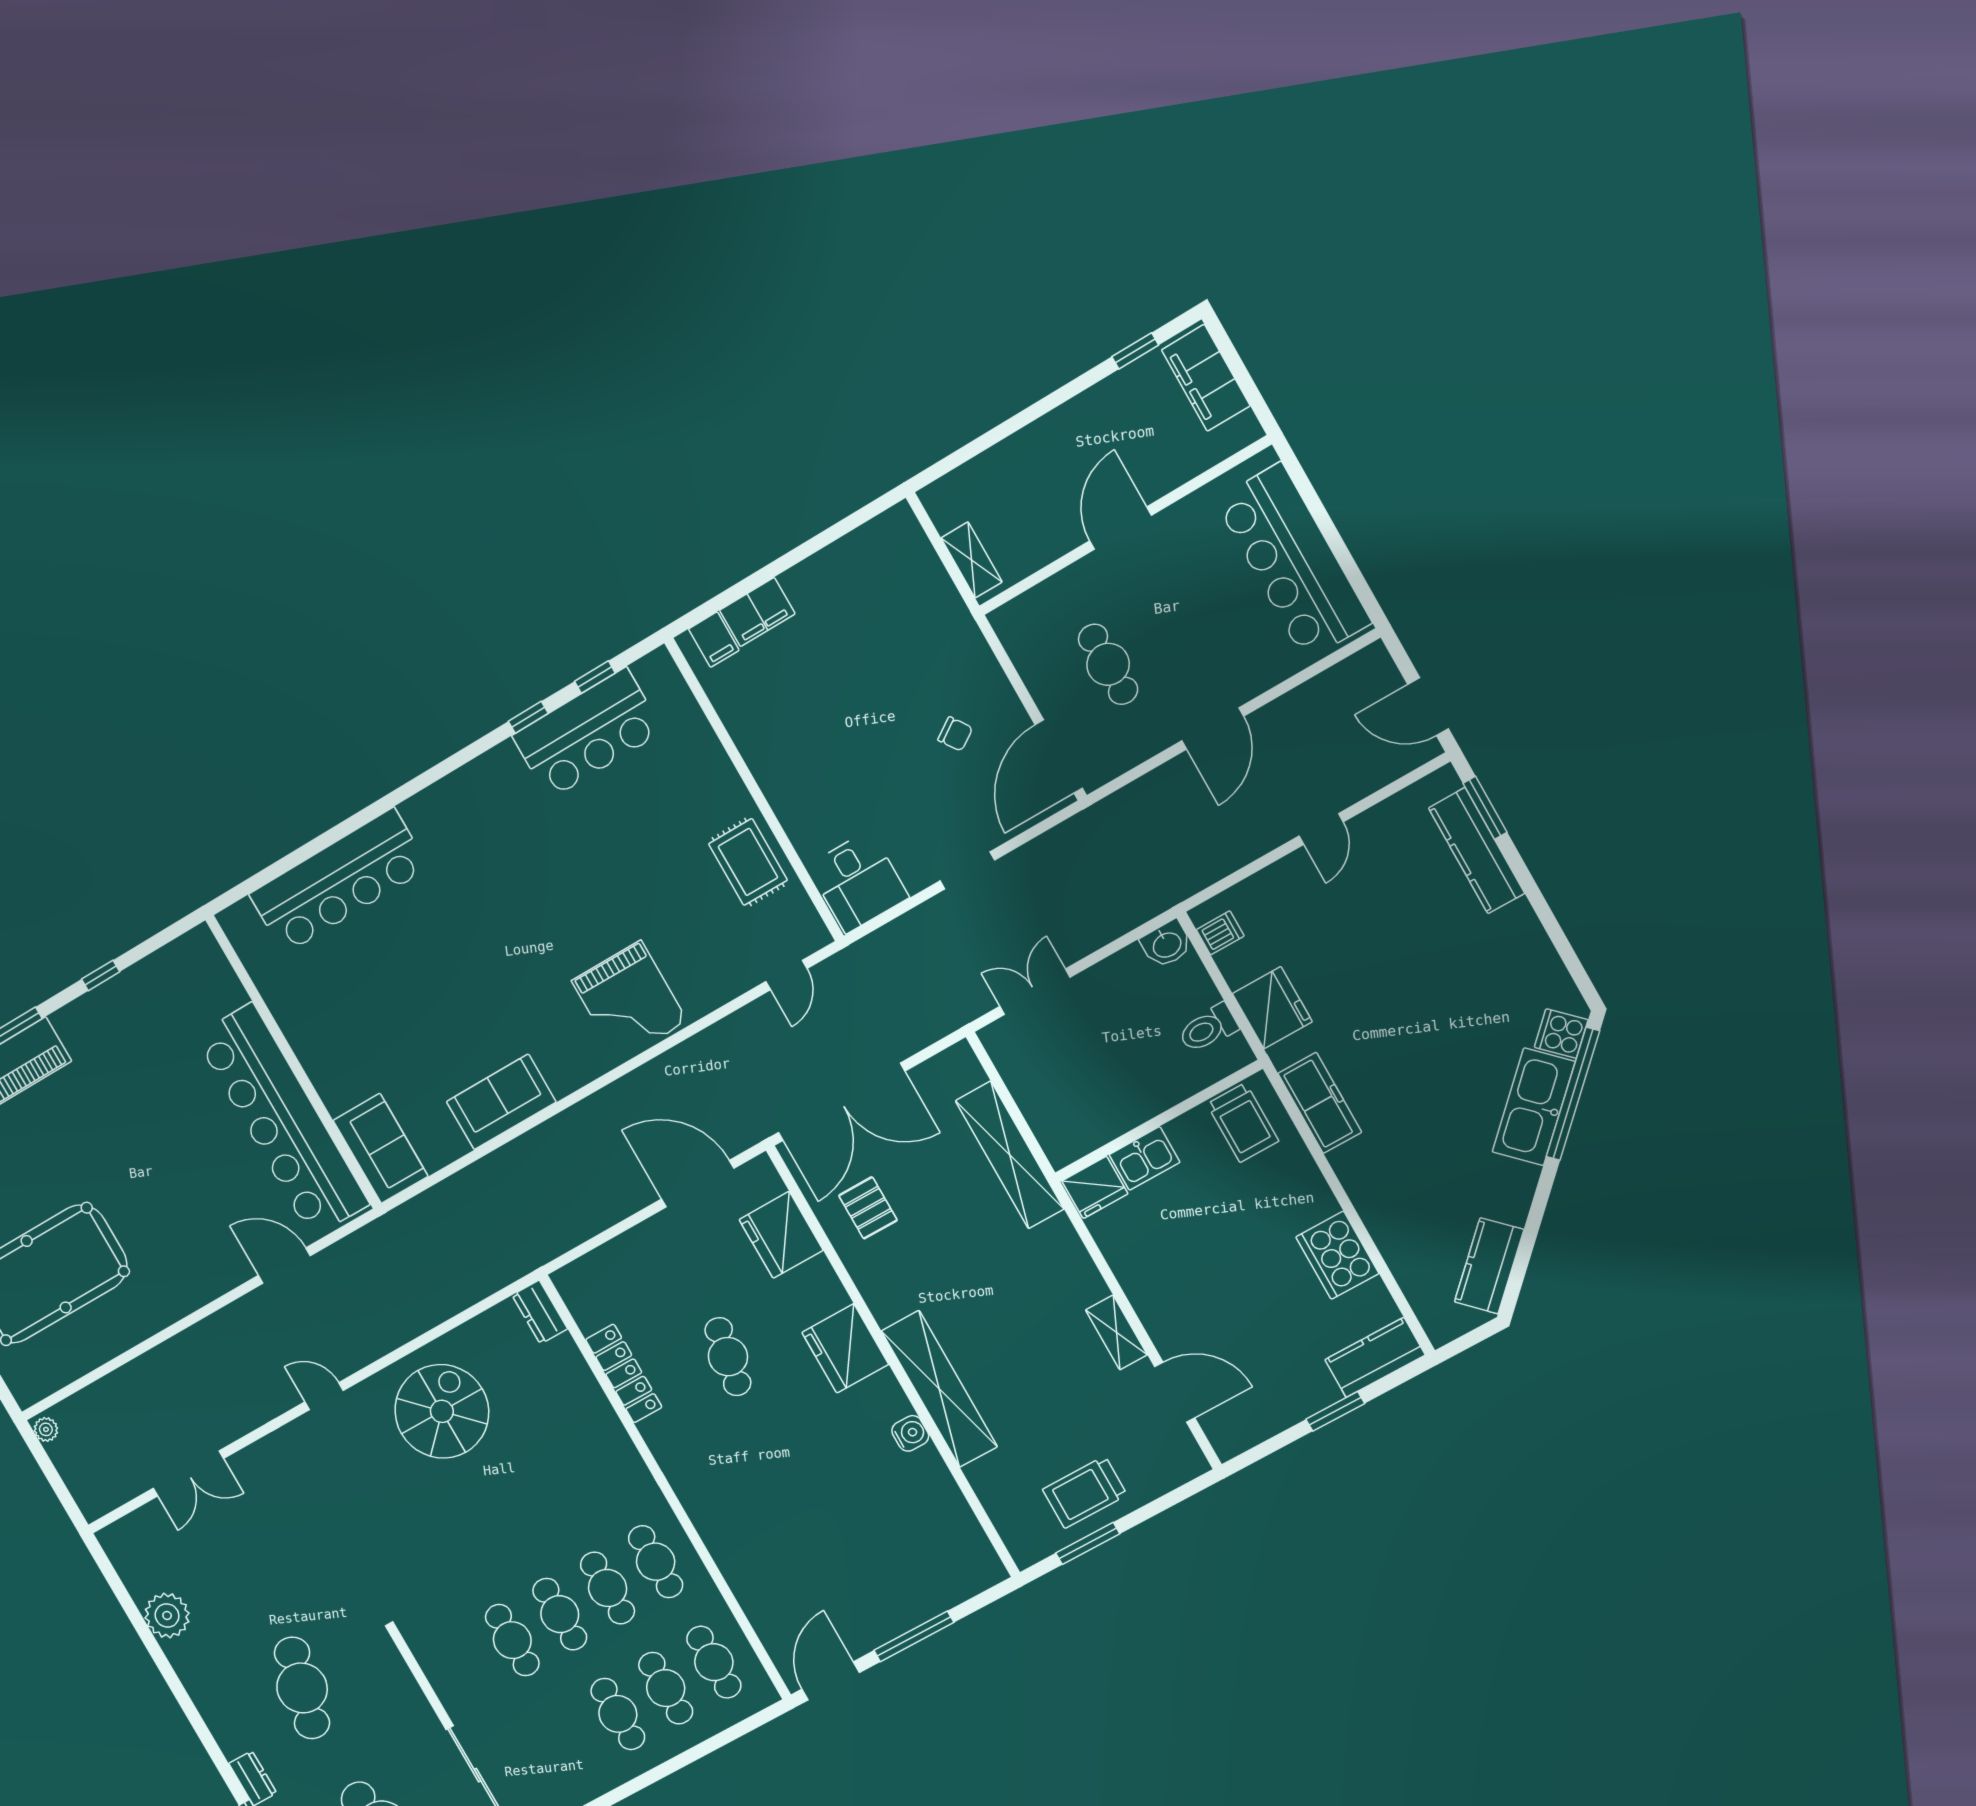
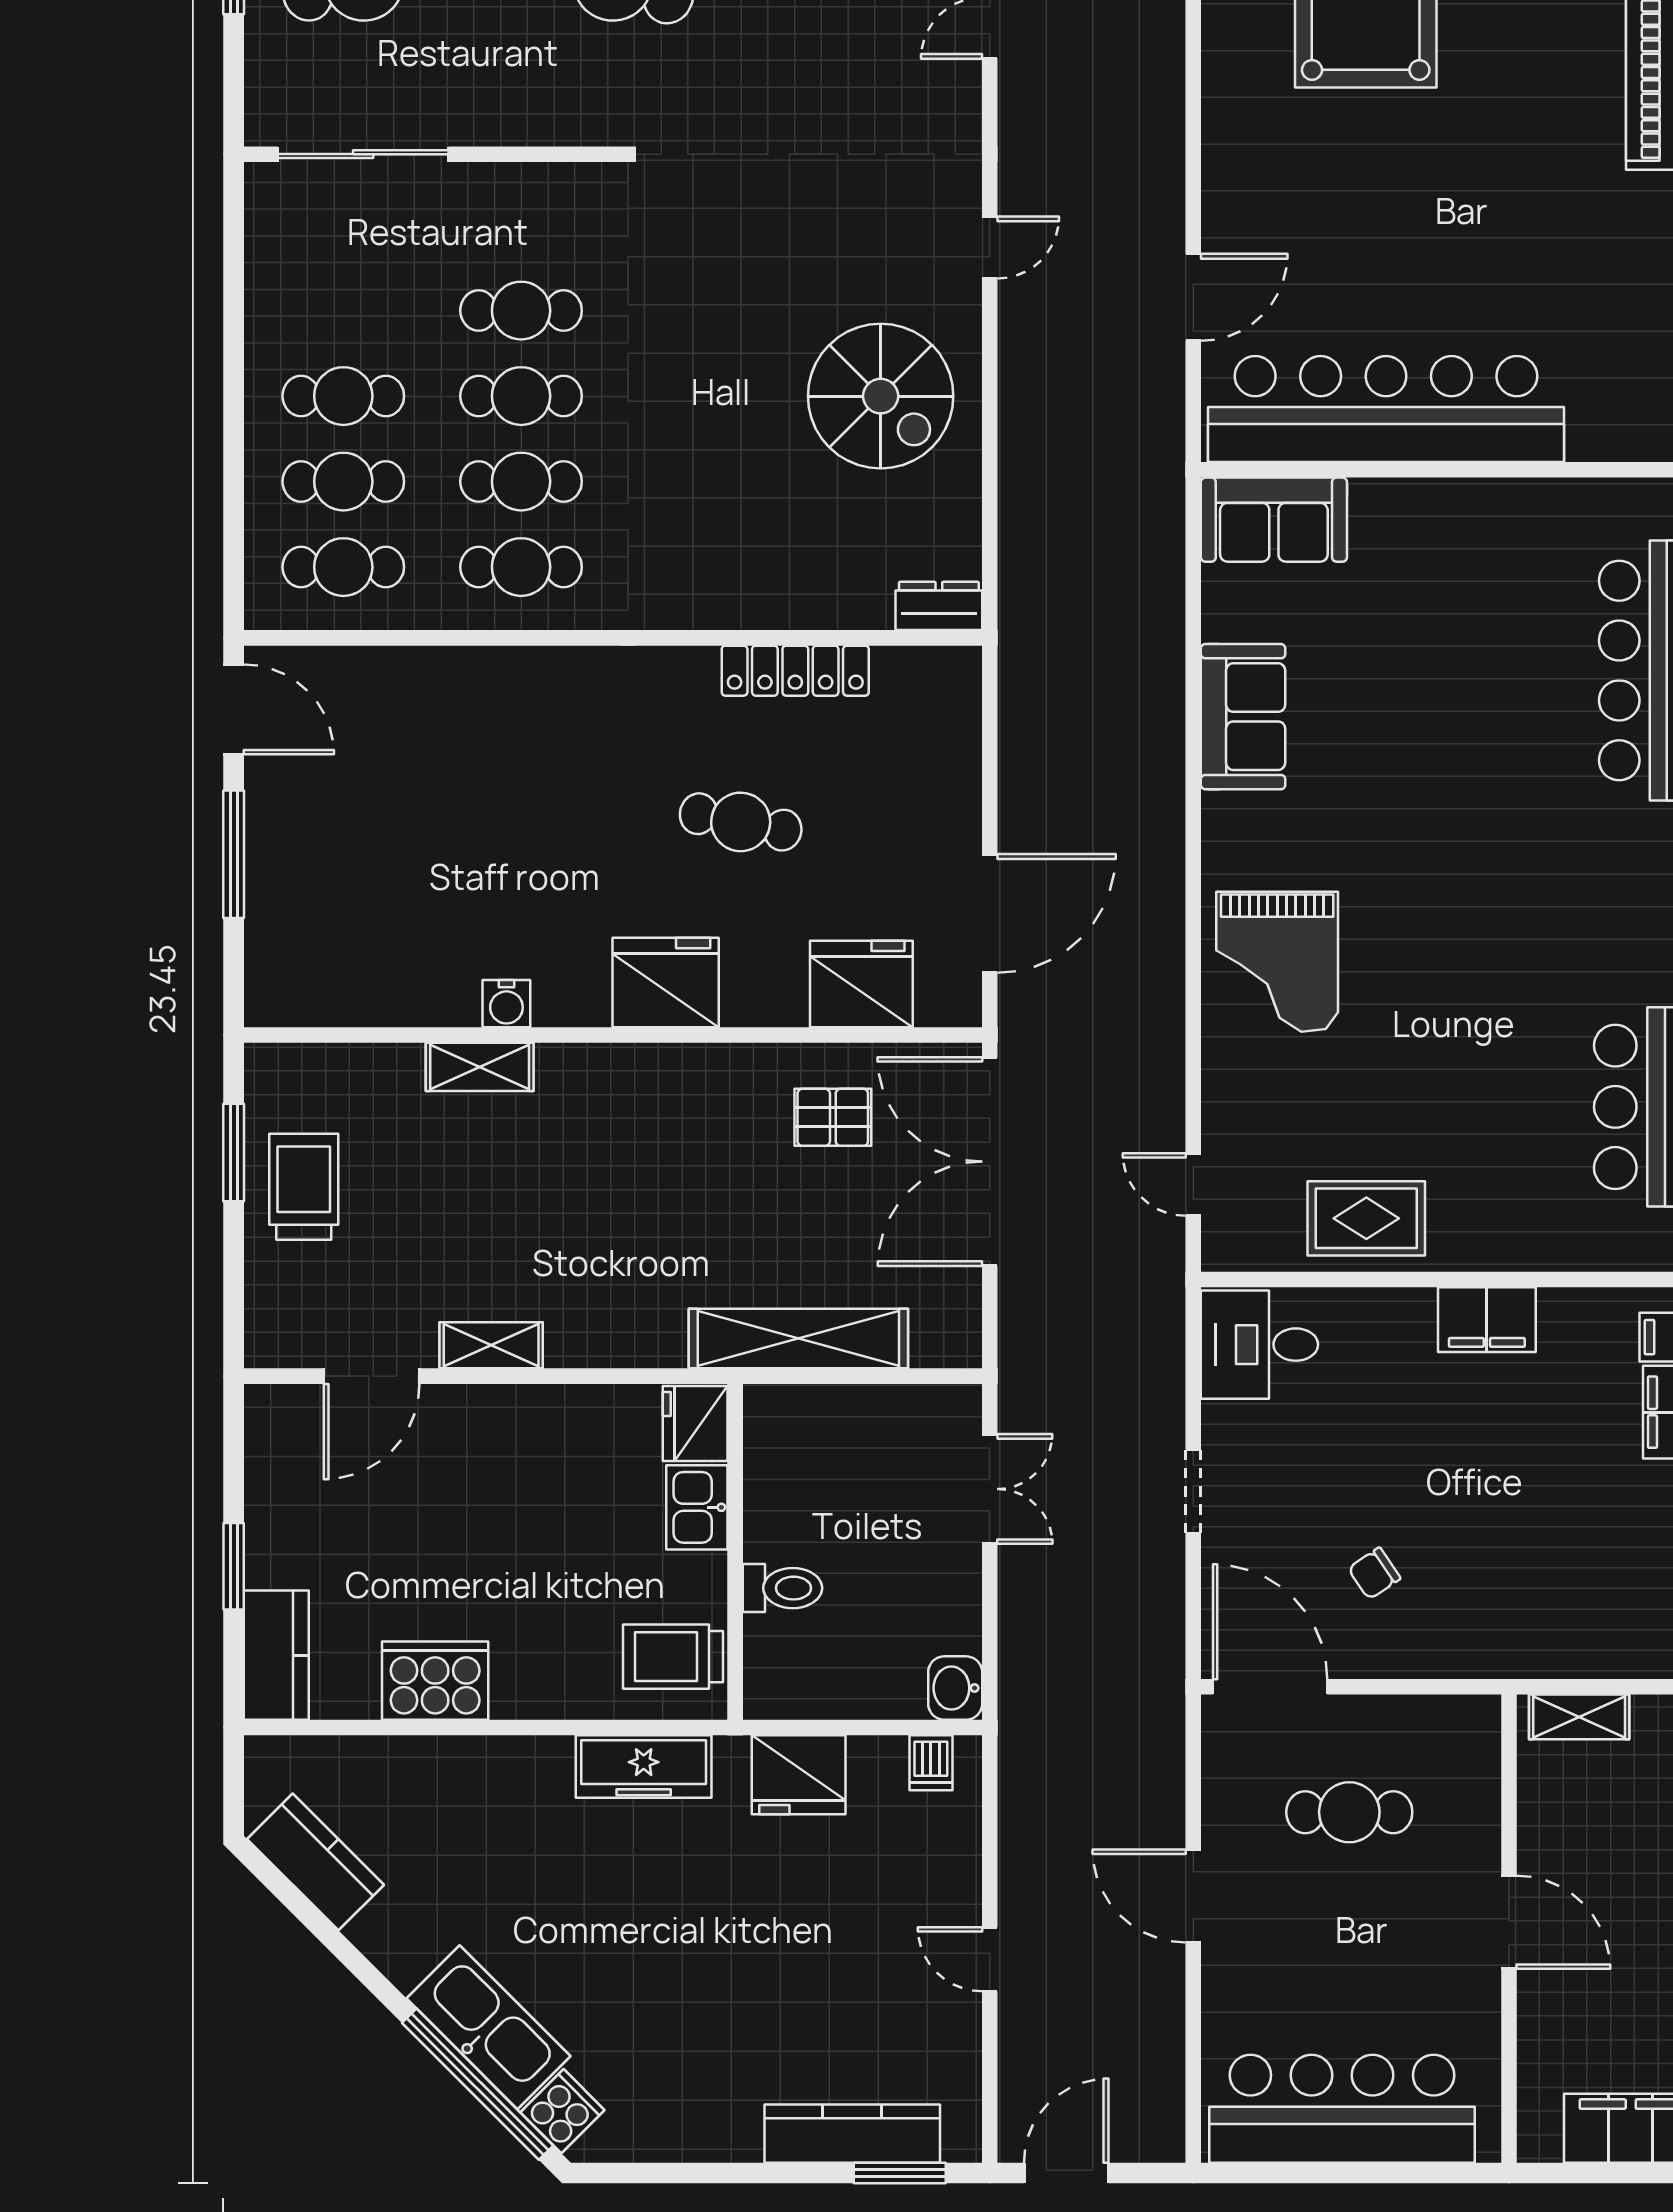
filing cabinet: (766, 756) -> (1487, 1320), added
grand piano: (629, 1001) -> (1277, 962), turned -90
toilet: (1208, 1028) -> (782, 1588), moved, turned 90
shelving: (939, 1389) -> (480, 1067), width x0.45, depth x0.75

